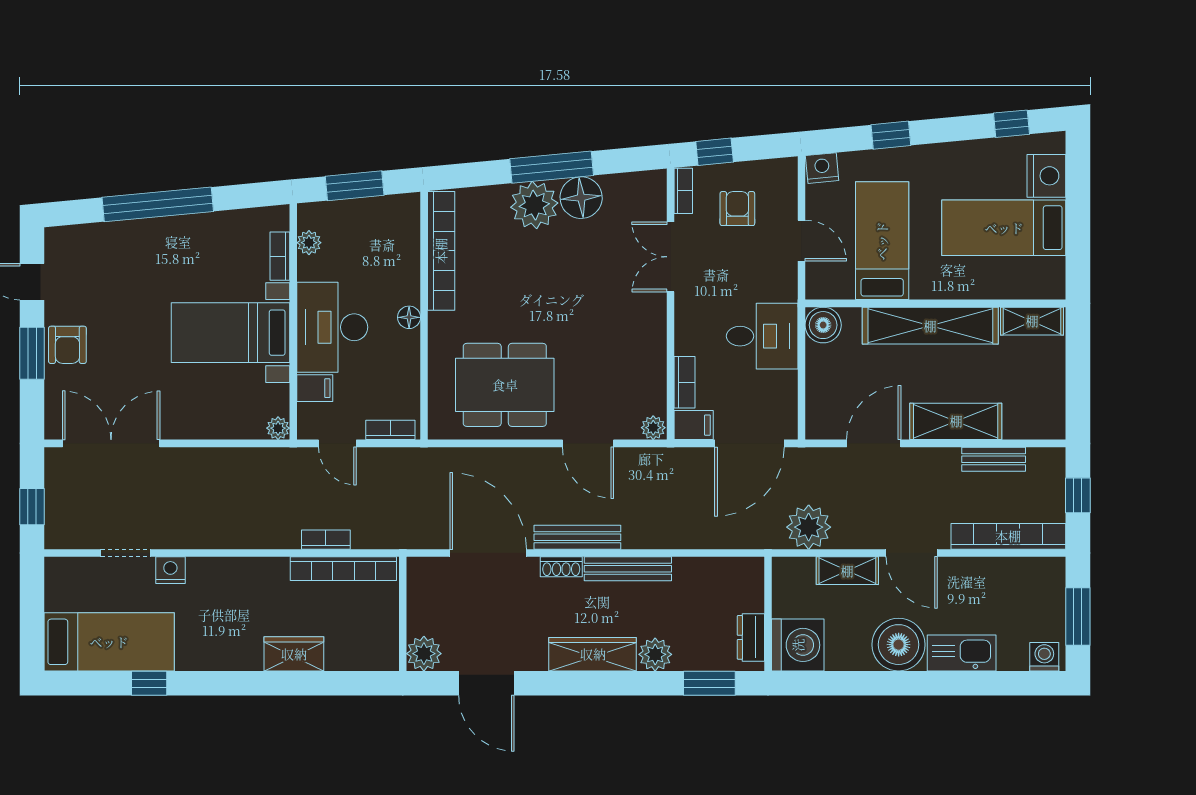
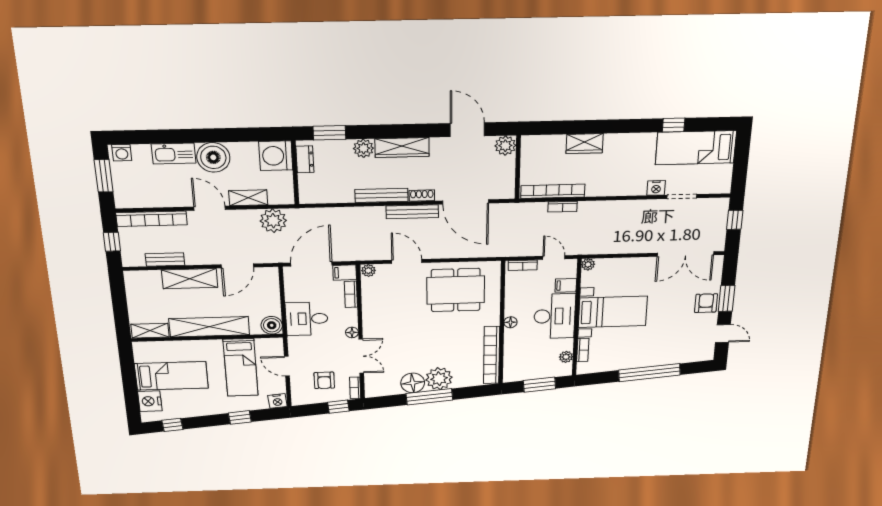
floor lamp: (685, 306) -> (352, 332), added

